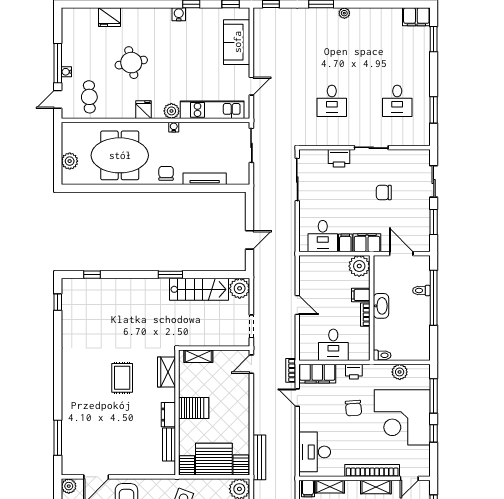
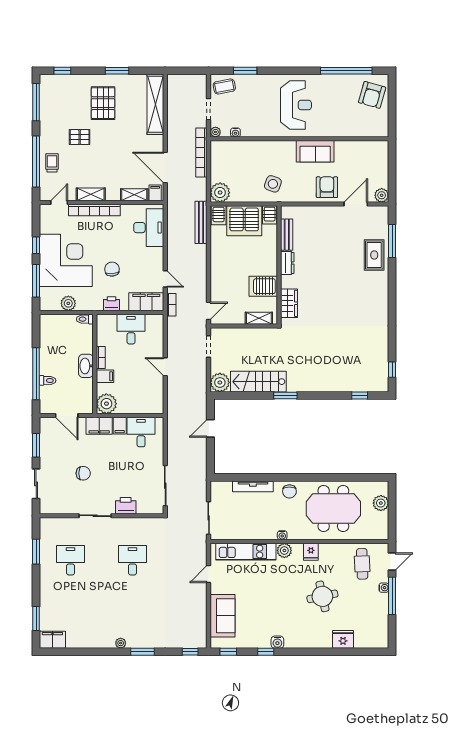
rug: (122, 378) -> (374, 255), moved
server rack: (194, 408) -> (263, 286), moved

